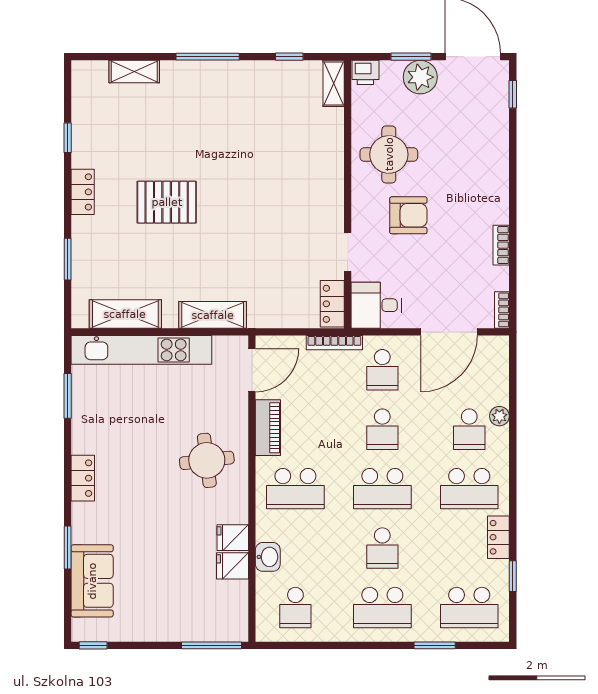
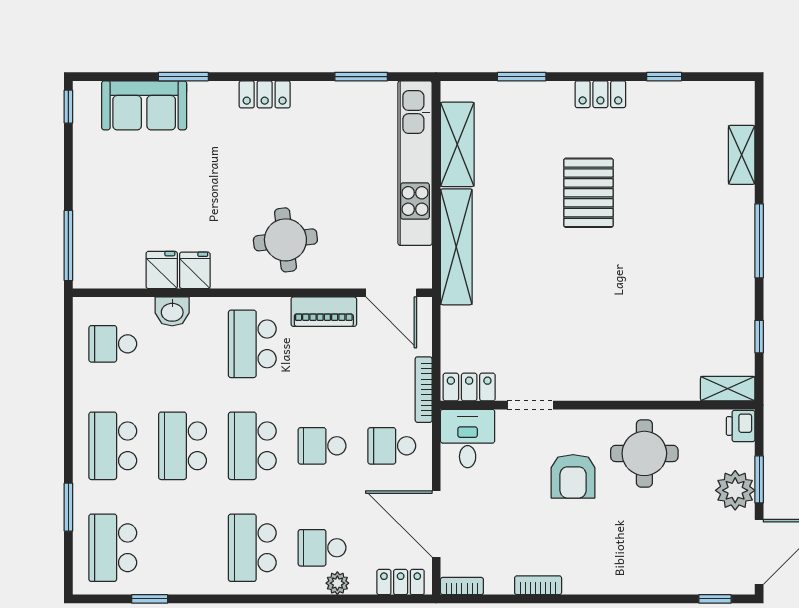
shelving: (213, 315) -> (456, 247), width x1.47
locker: (498, 537) -> (401, 582), moved
school desk: (382, 548) -> (183, 446), width x1.85

